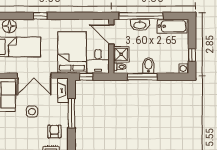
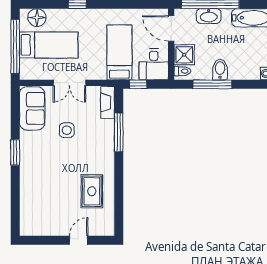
bed: (72, 53) -> (119, 52), width x0.67
double door: (34, 76) -> (69, 83), width x0.73
armchair: (54, 132) -> (96, 156), removed

